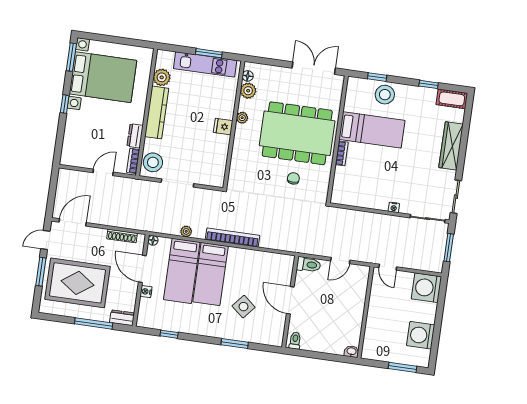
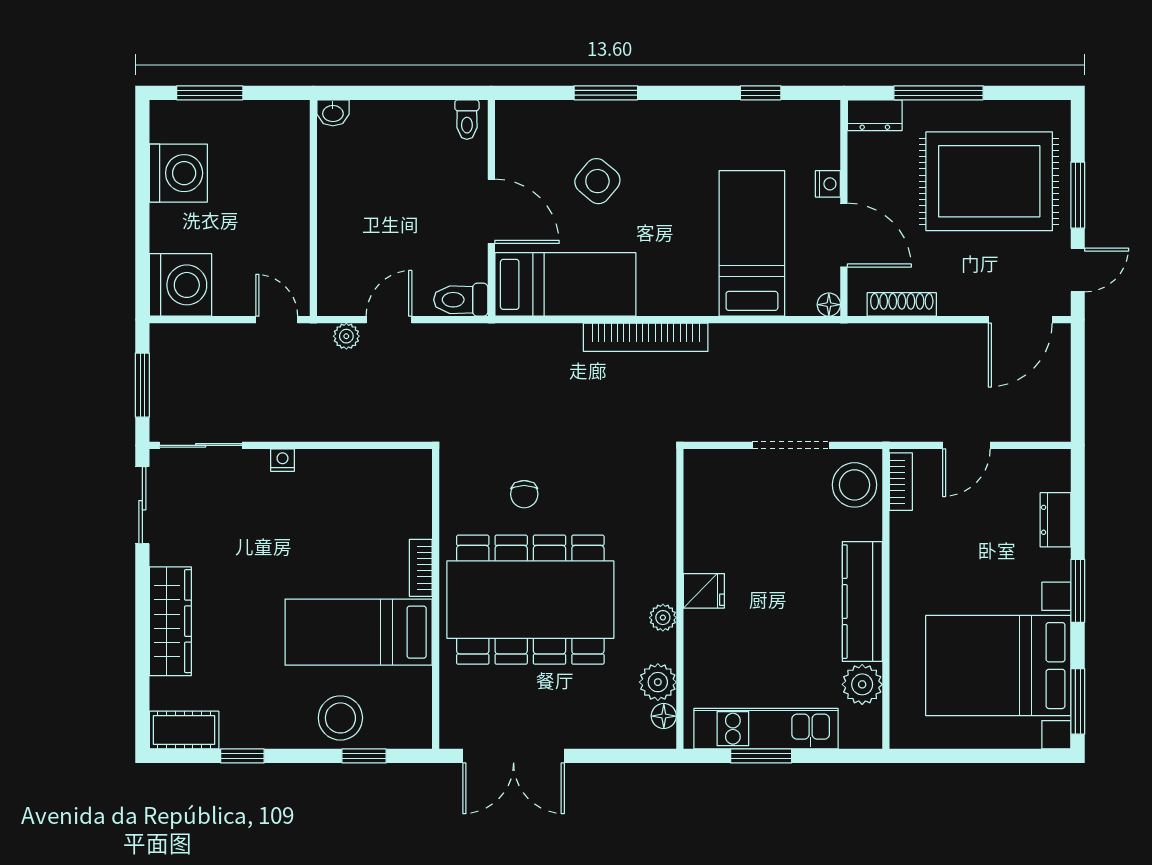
window: (65, 104) -> (1078, 591), width x1.50
dresser: (135, 136) -> (1055, 520), moved, turned 180
plant: (186, 231) -> (346, 336), moved
bed: (210, 274) -> (565, 284), moved, turned 90

